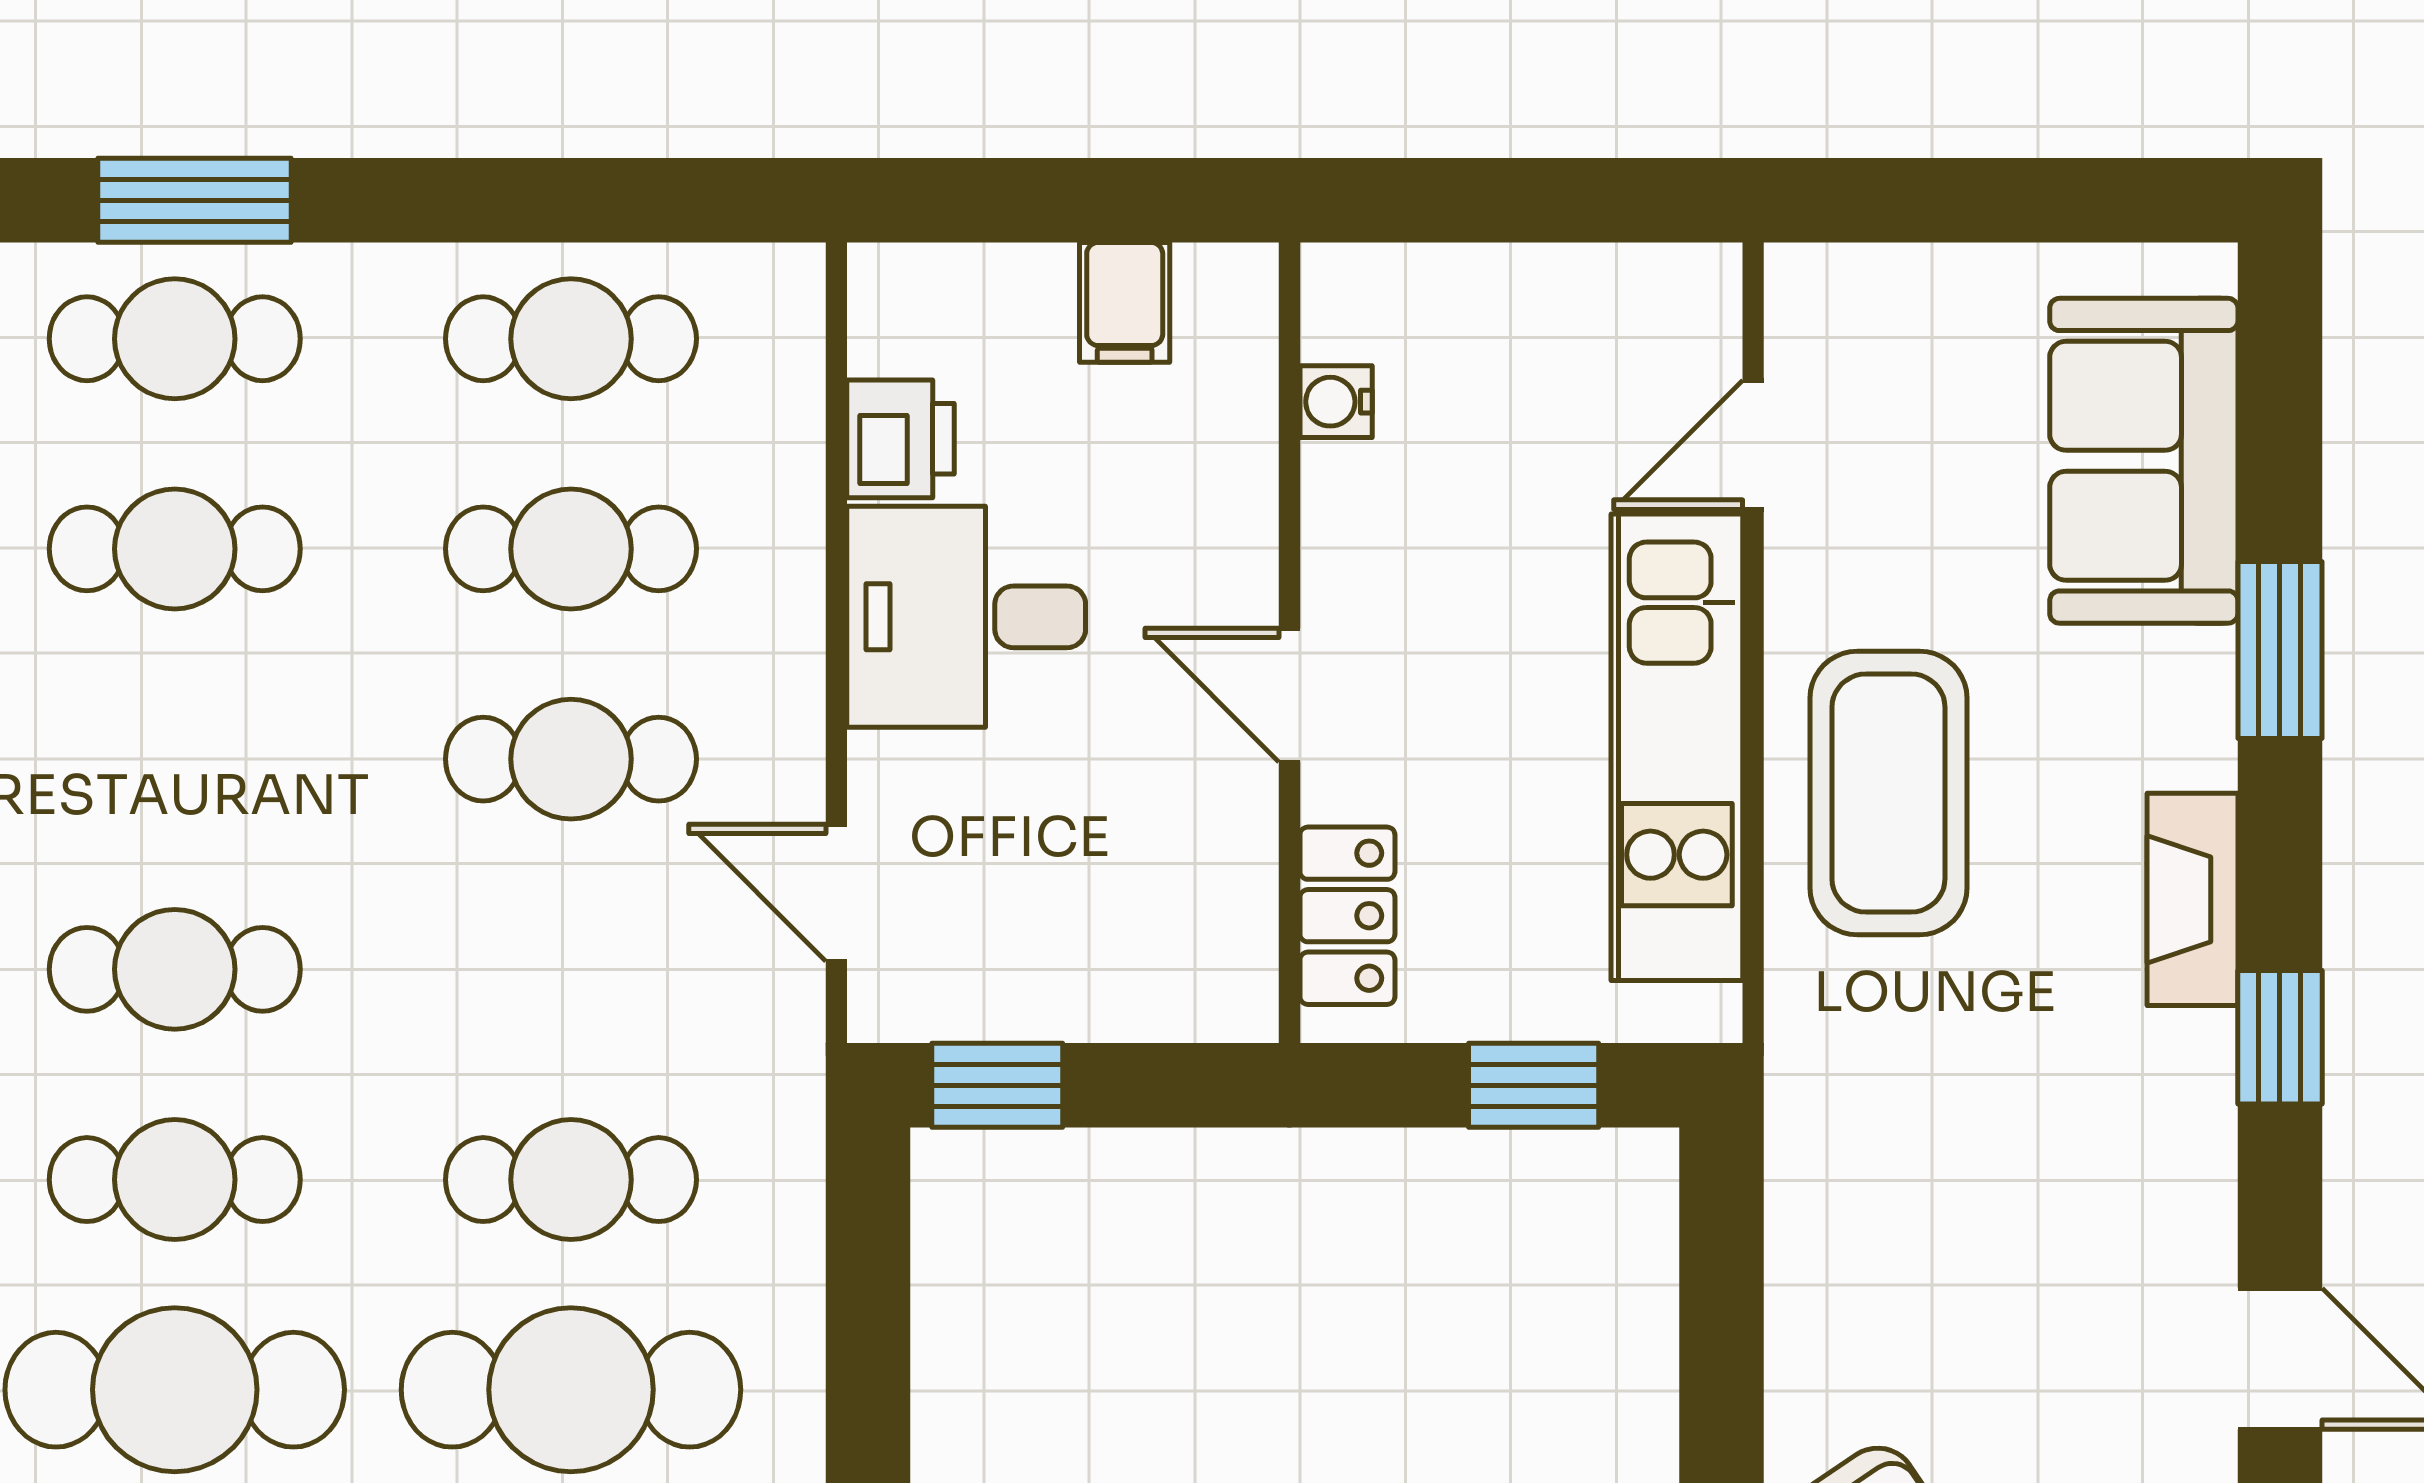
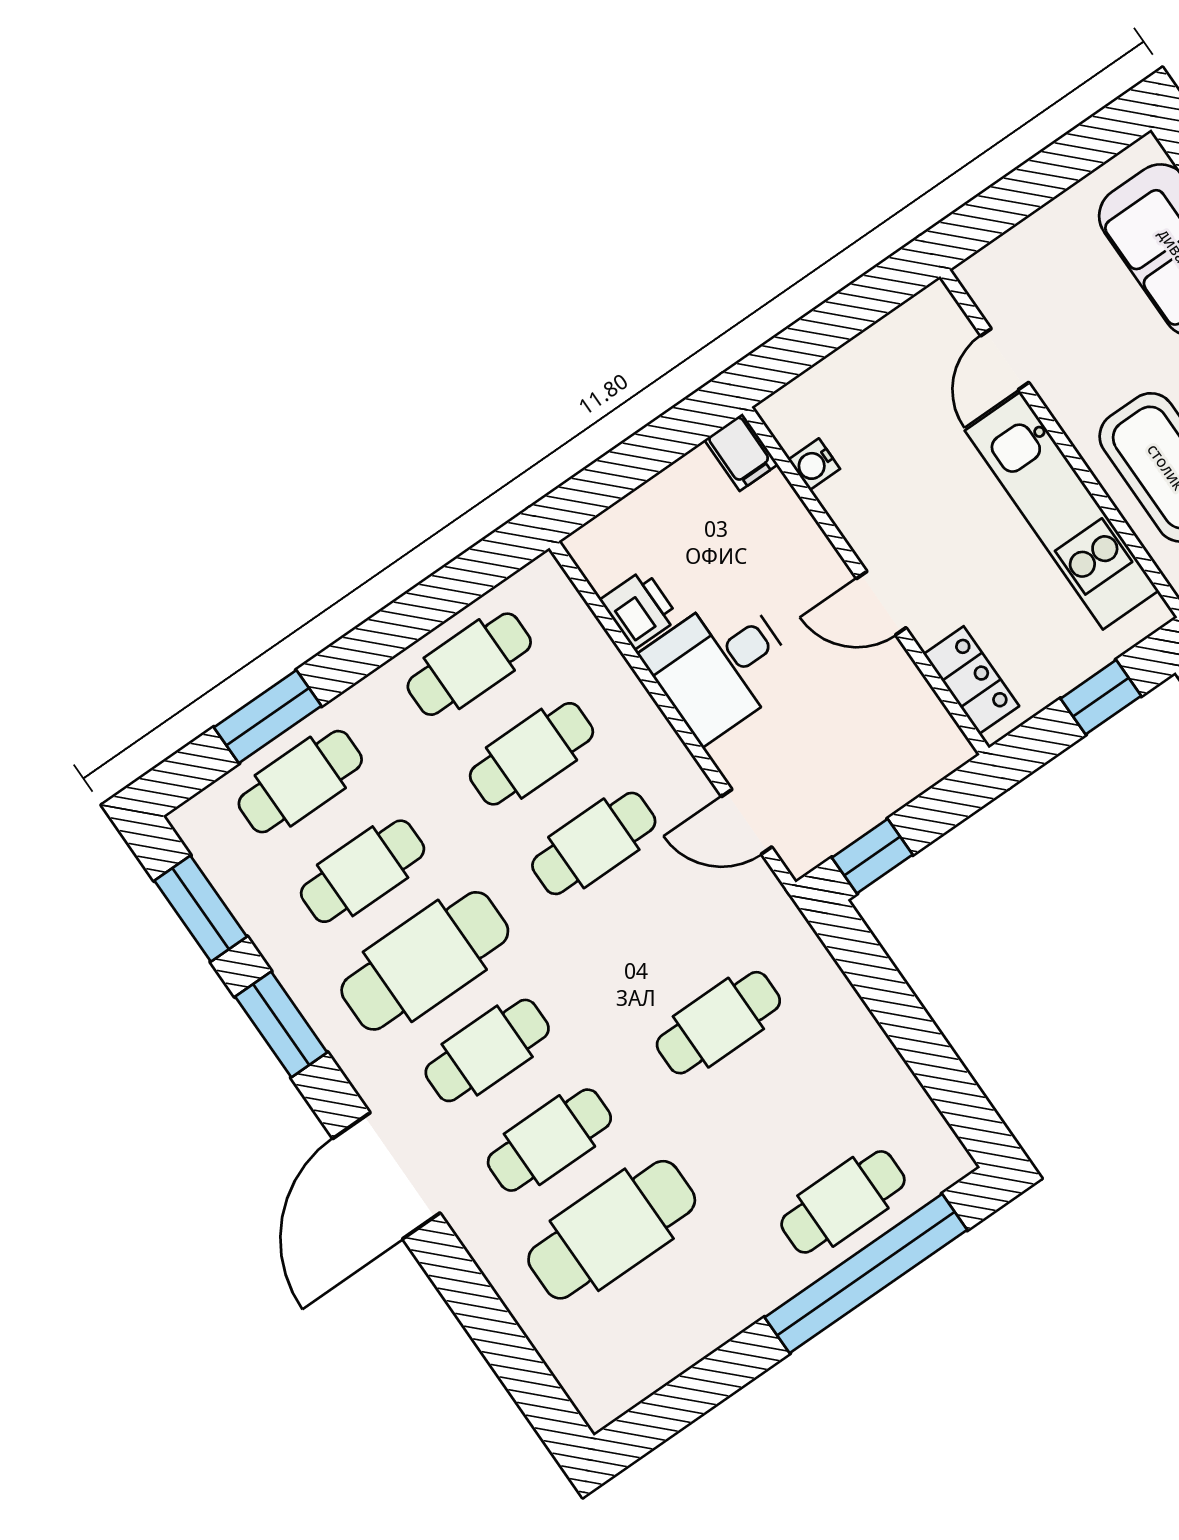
filing cabinet: (1125, 302) -> (741, 452), moved
cafe table: (571, 1390) -> (425, 961), moved

